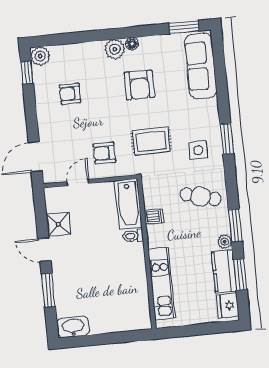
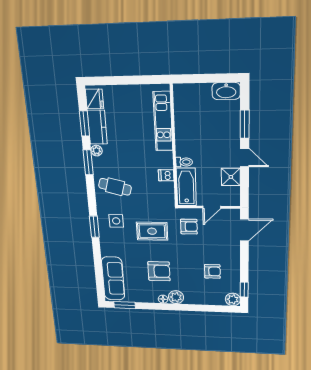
armchair: (139, 85) -> (159, 271), turned 90
bathtub: (128, 204) -> (186, 187), moved
dishwasher: (154, 217) -> (166, 175), moved
toilet: (133, 236) -> (184, 162), moved
wall: (147, 254) -> (174, 147), moved
kitchen unit: (161, 284) -> (163, 121), moved

